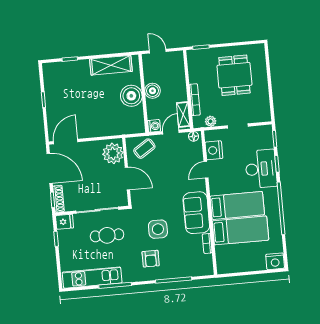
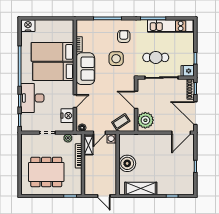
dining table: (234, 75) -> (46, 172), width x1.38
boiler: (152, 91) -> (111, 166), removed

